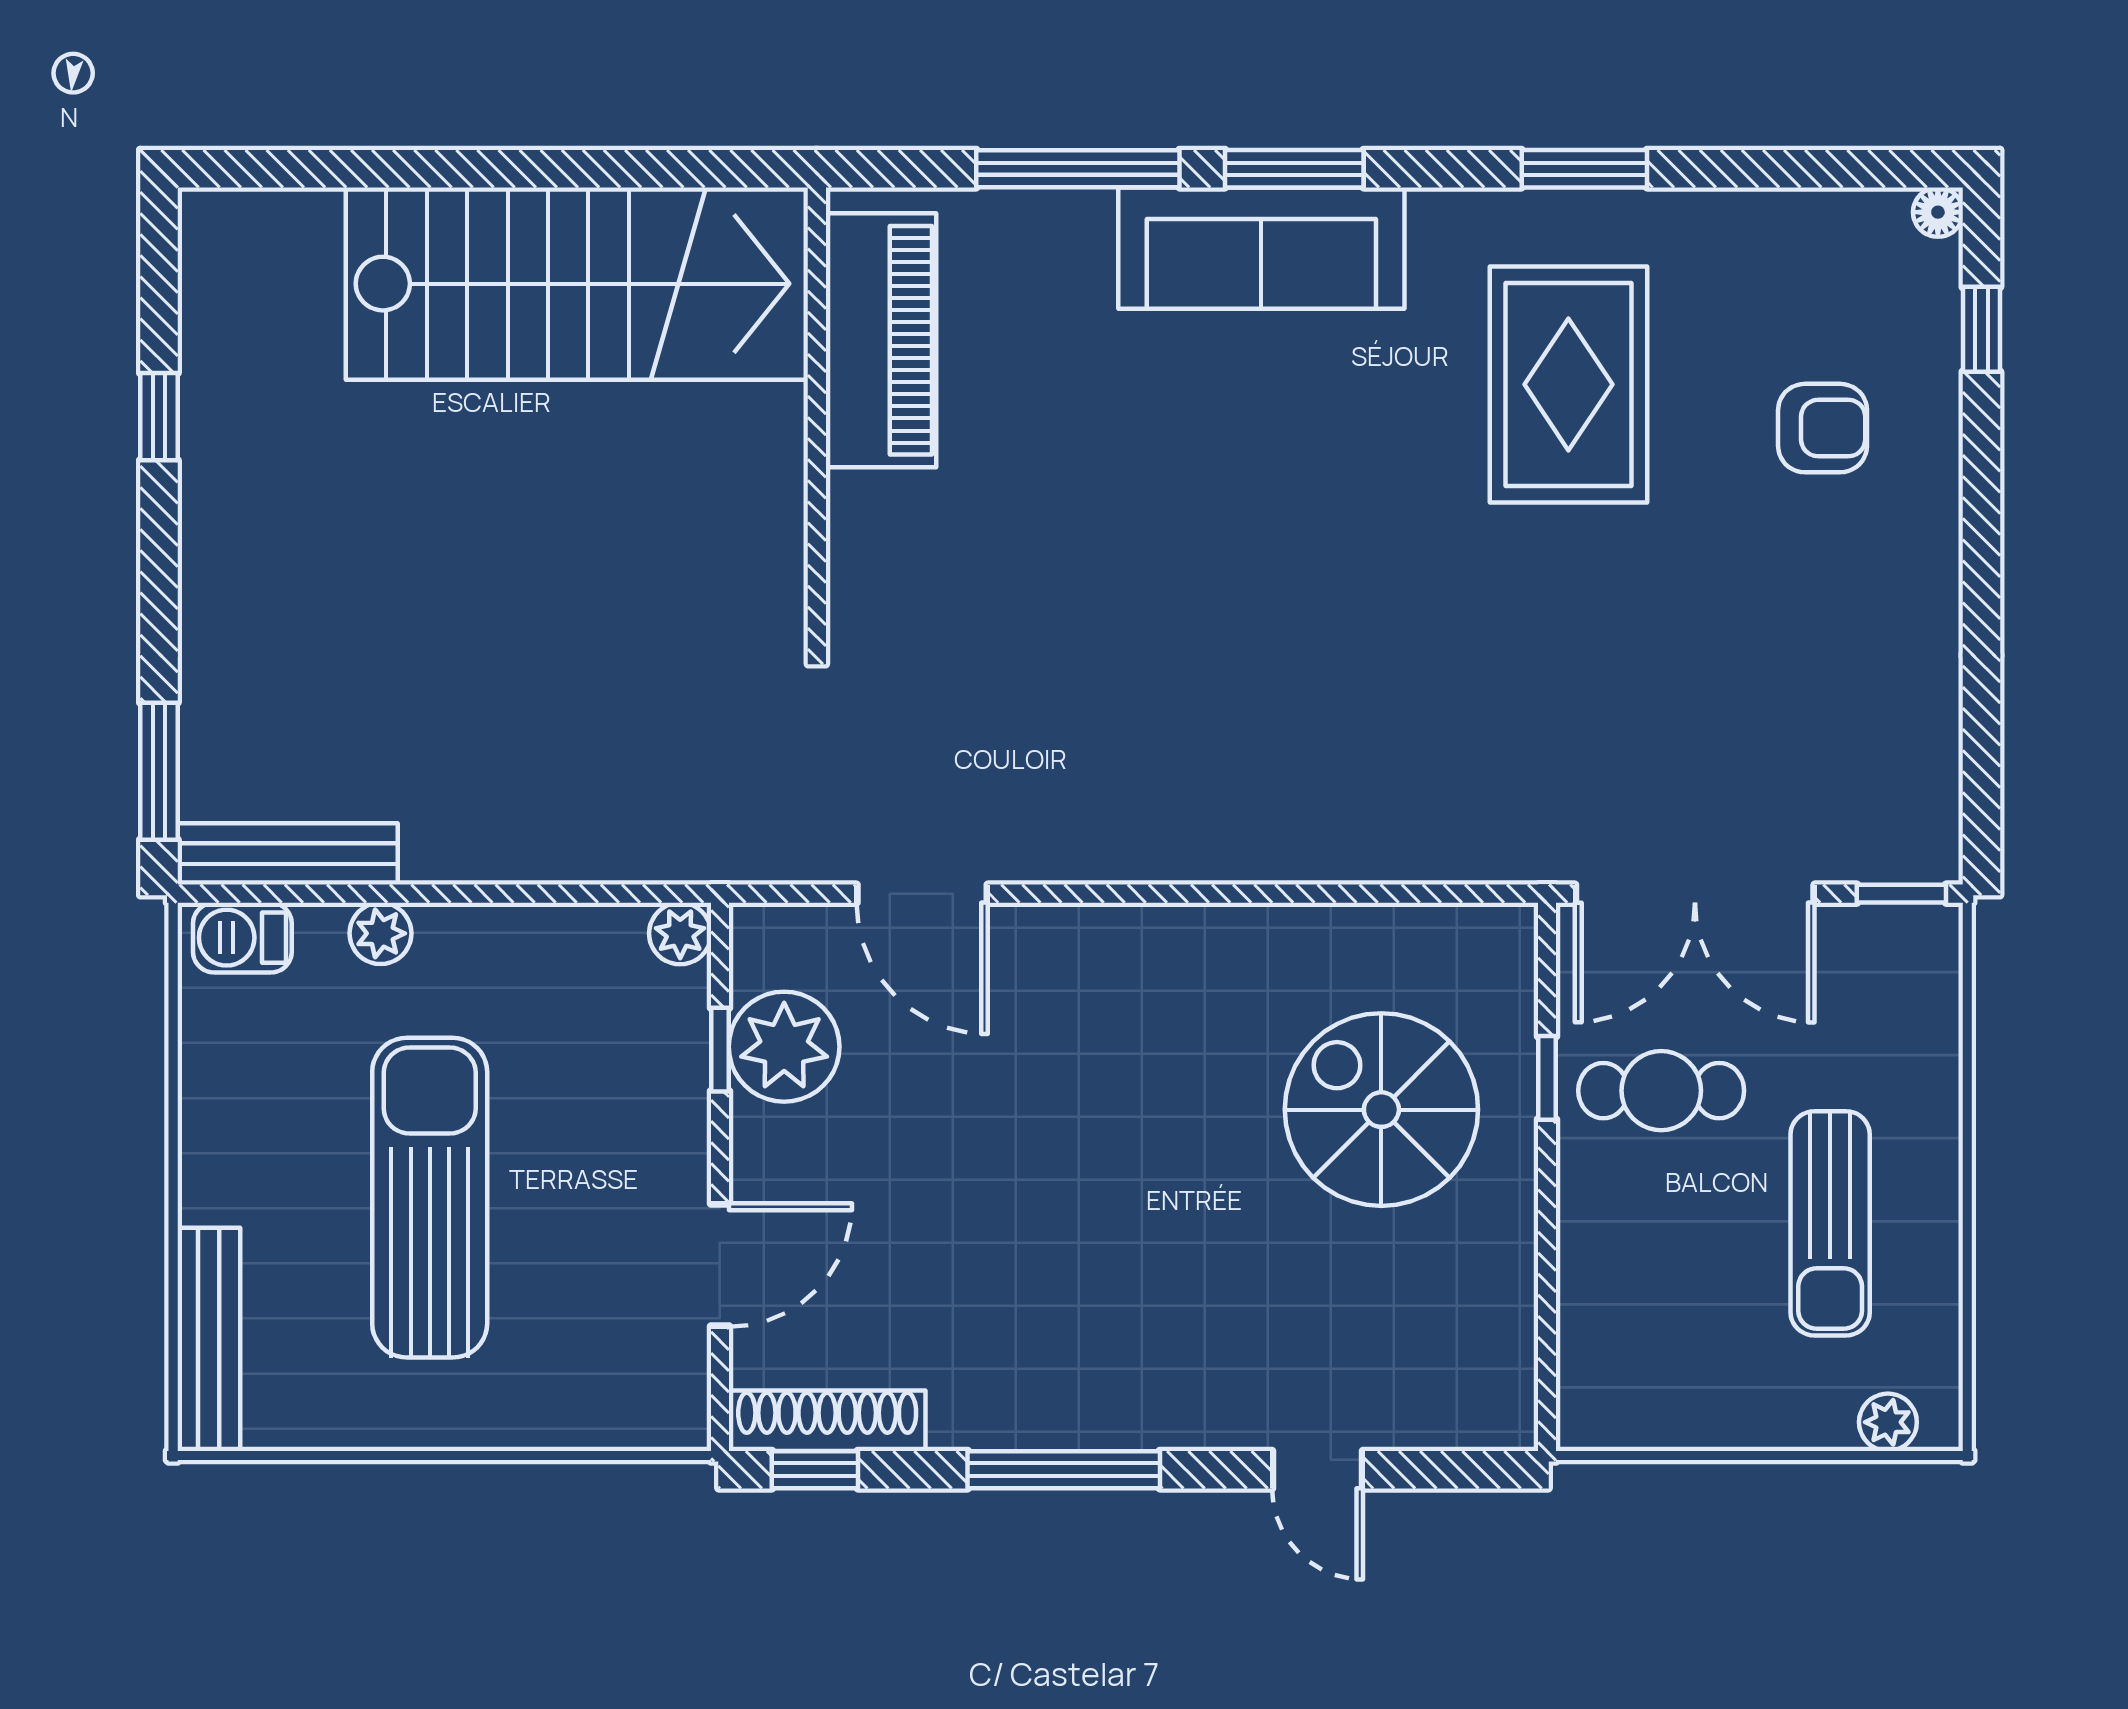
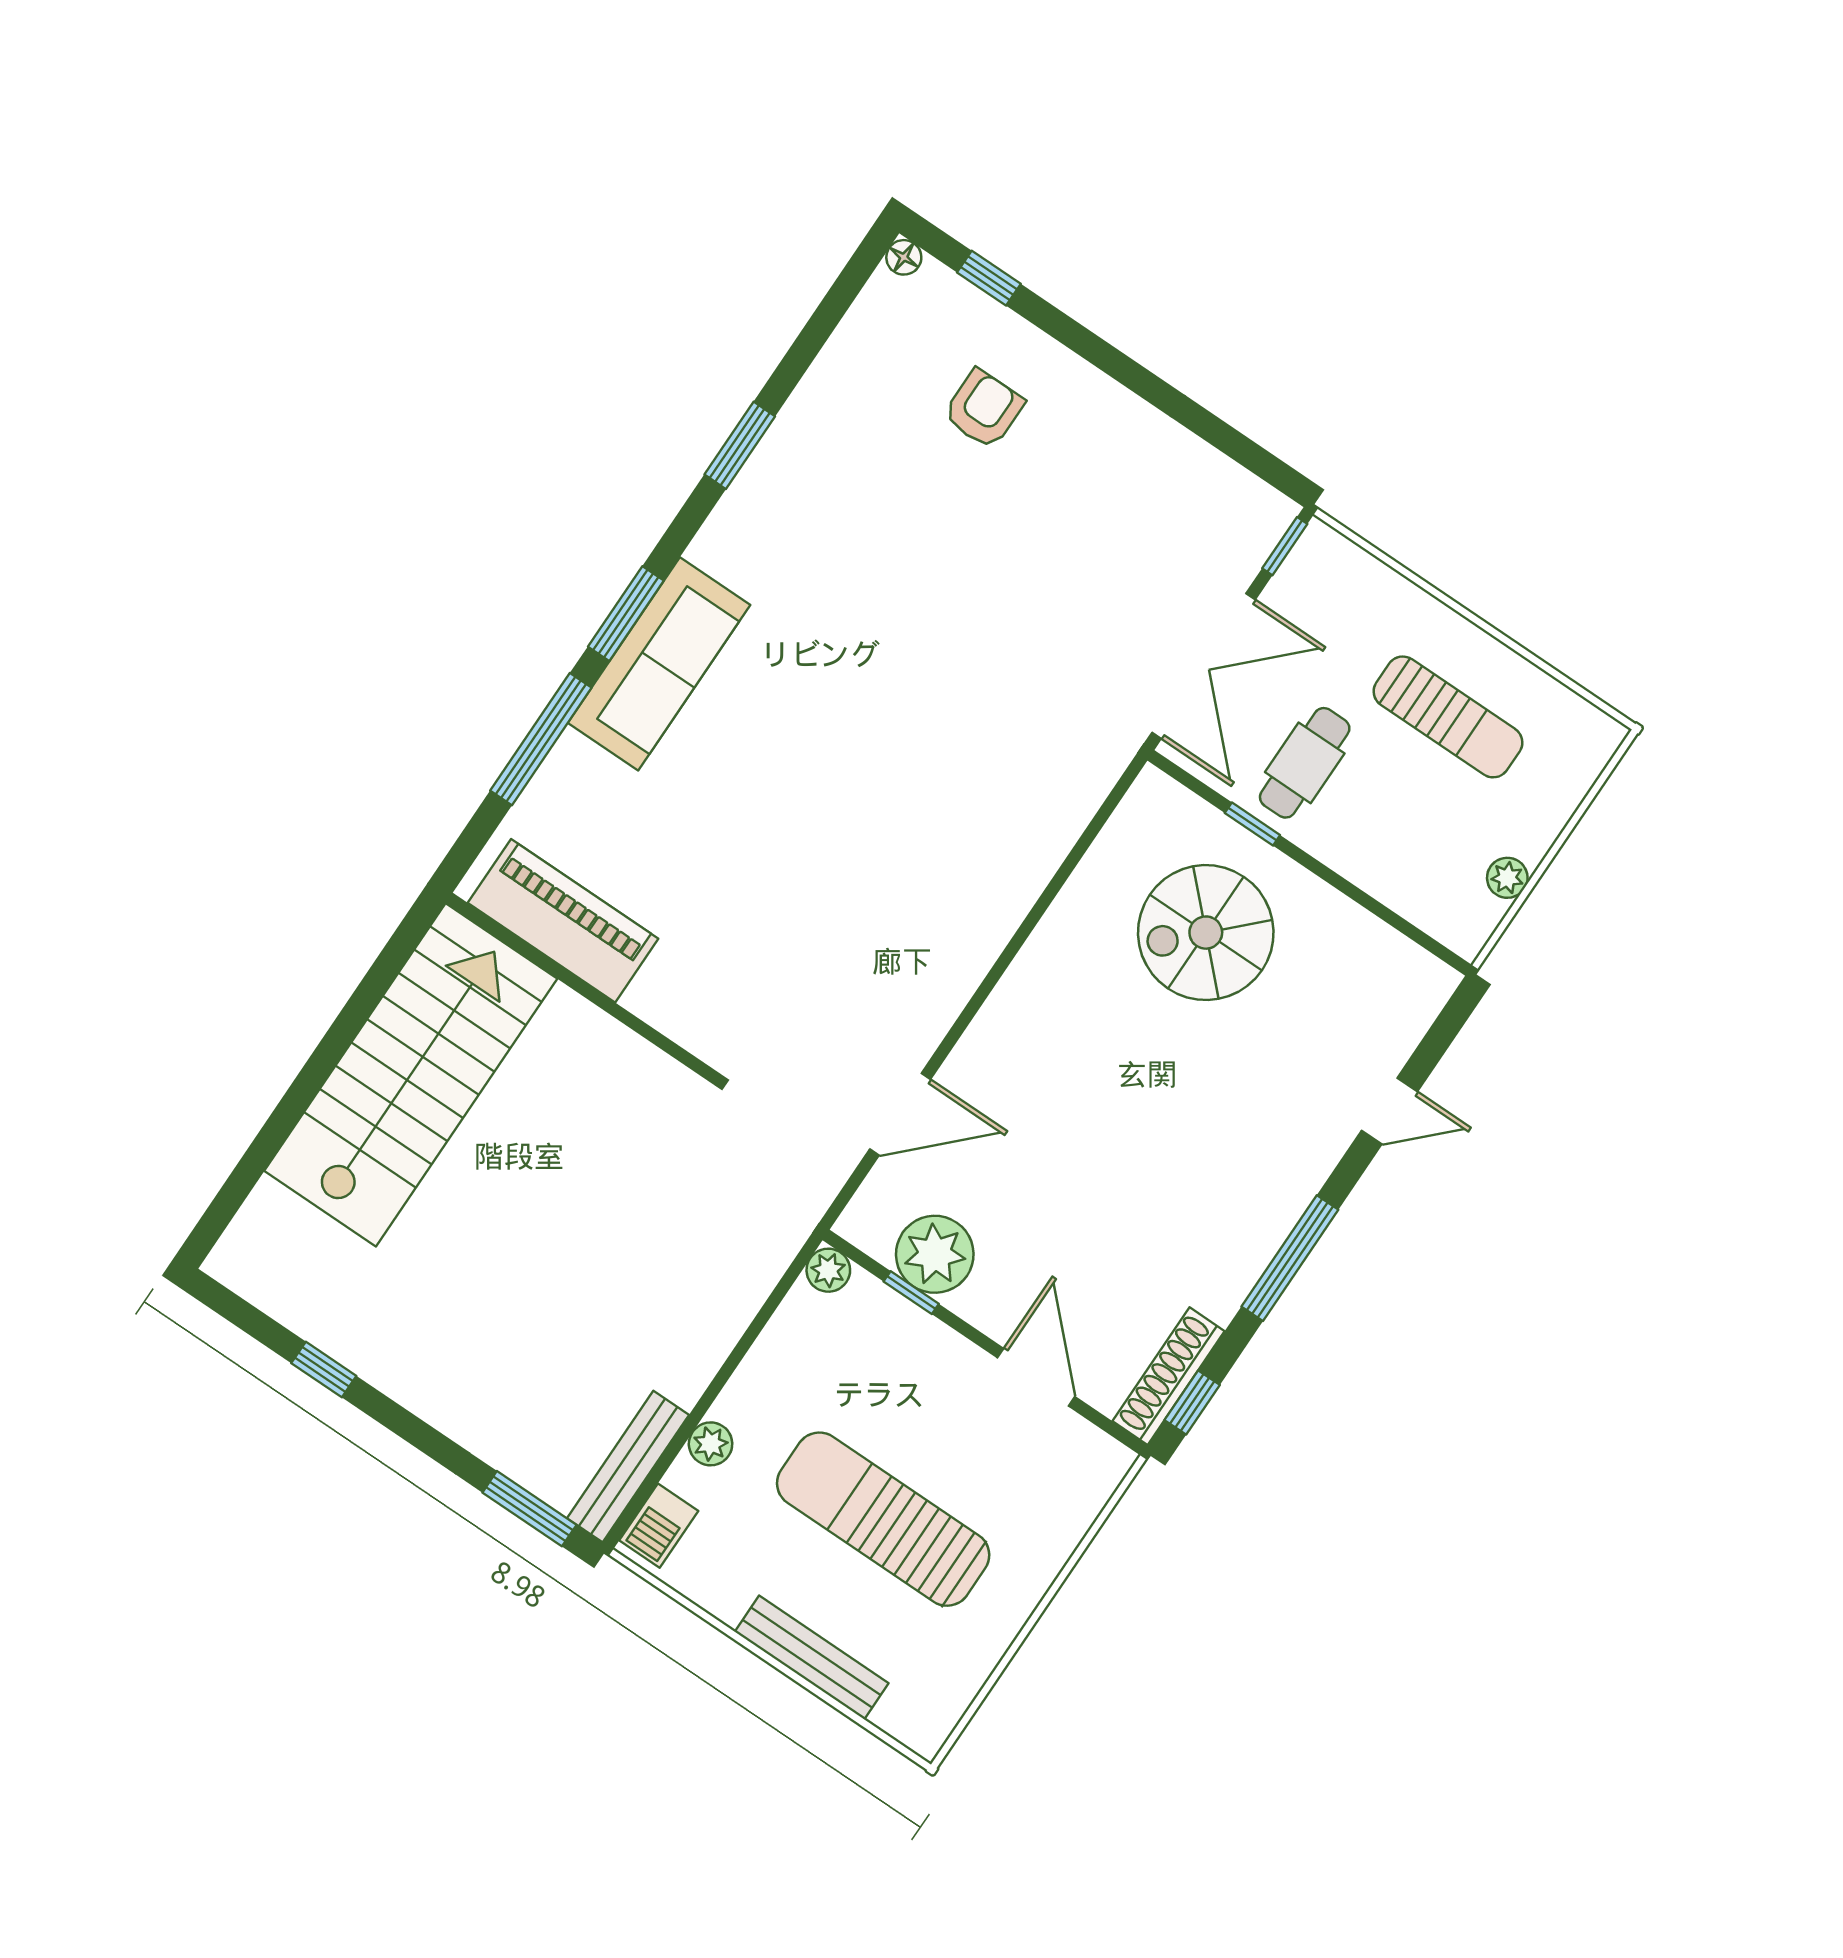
rug: (1568, 384) -> (859, 539), removed
bench: (209, 1339) -> (812, 1658), moved
plant: (1888, 1422) -> (1507, 878), moved

